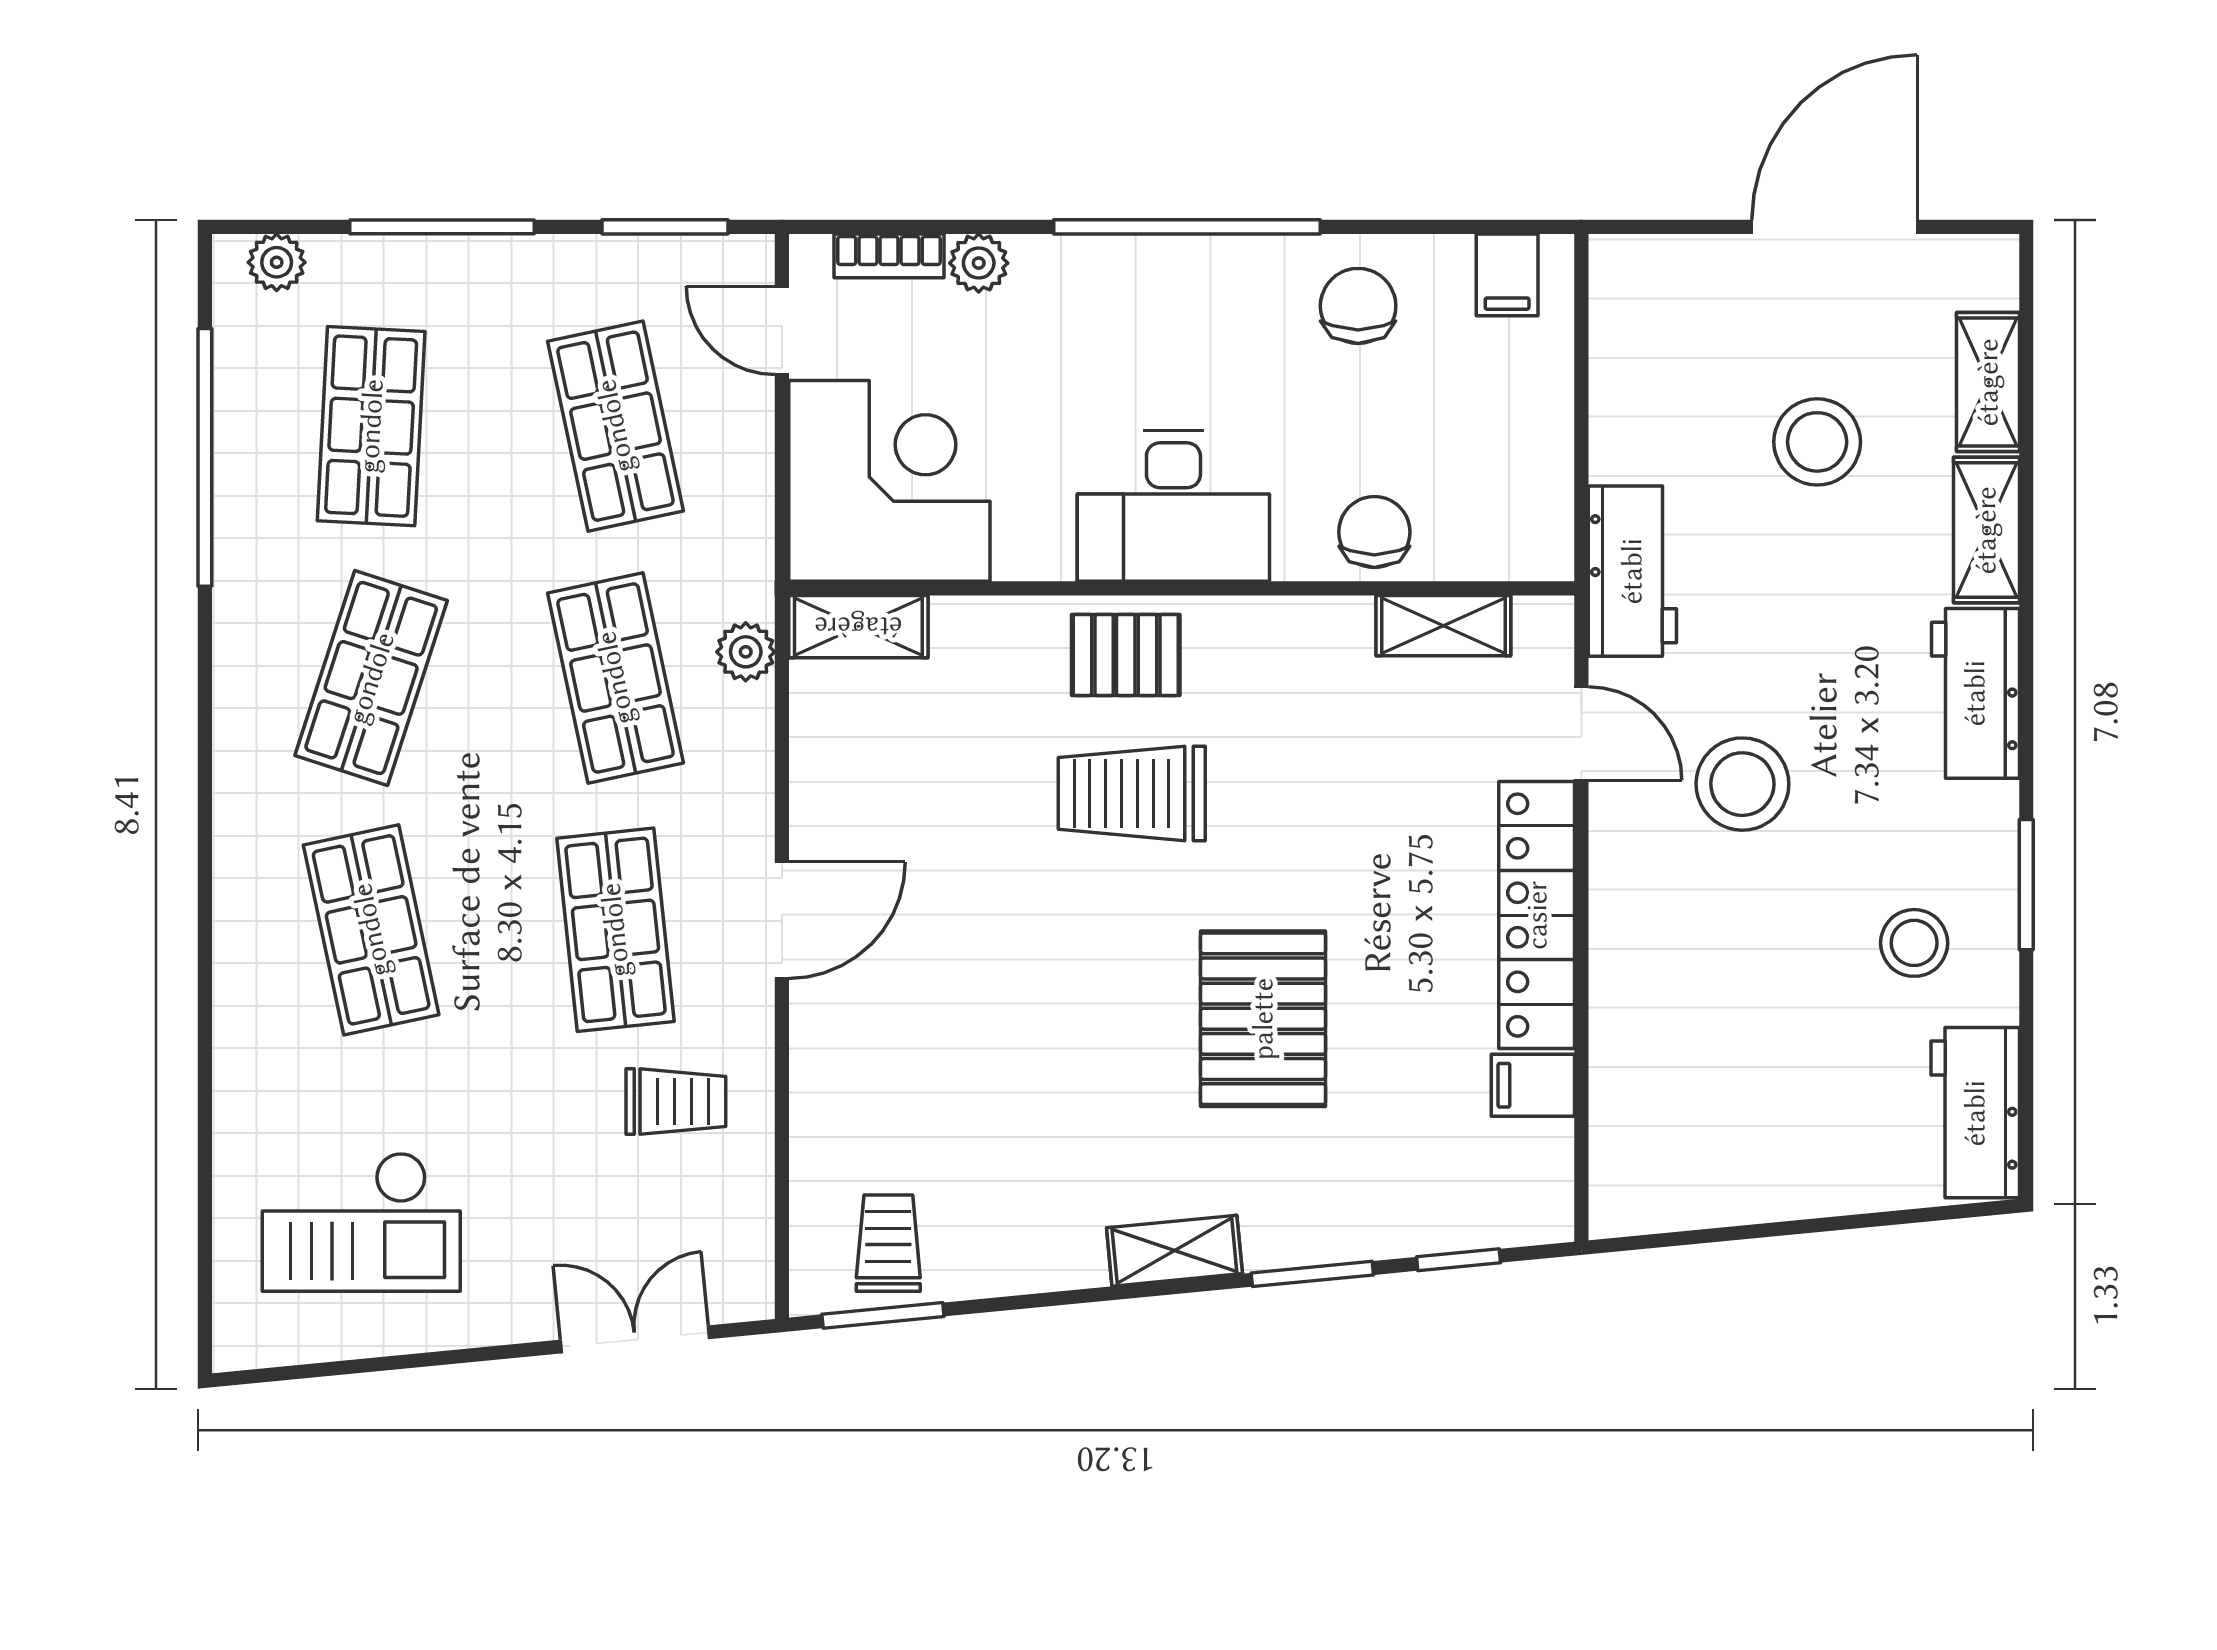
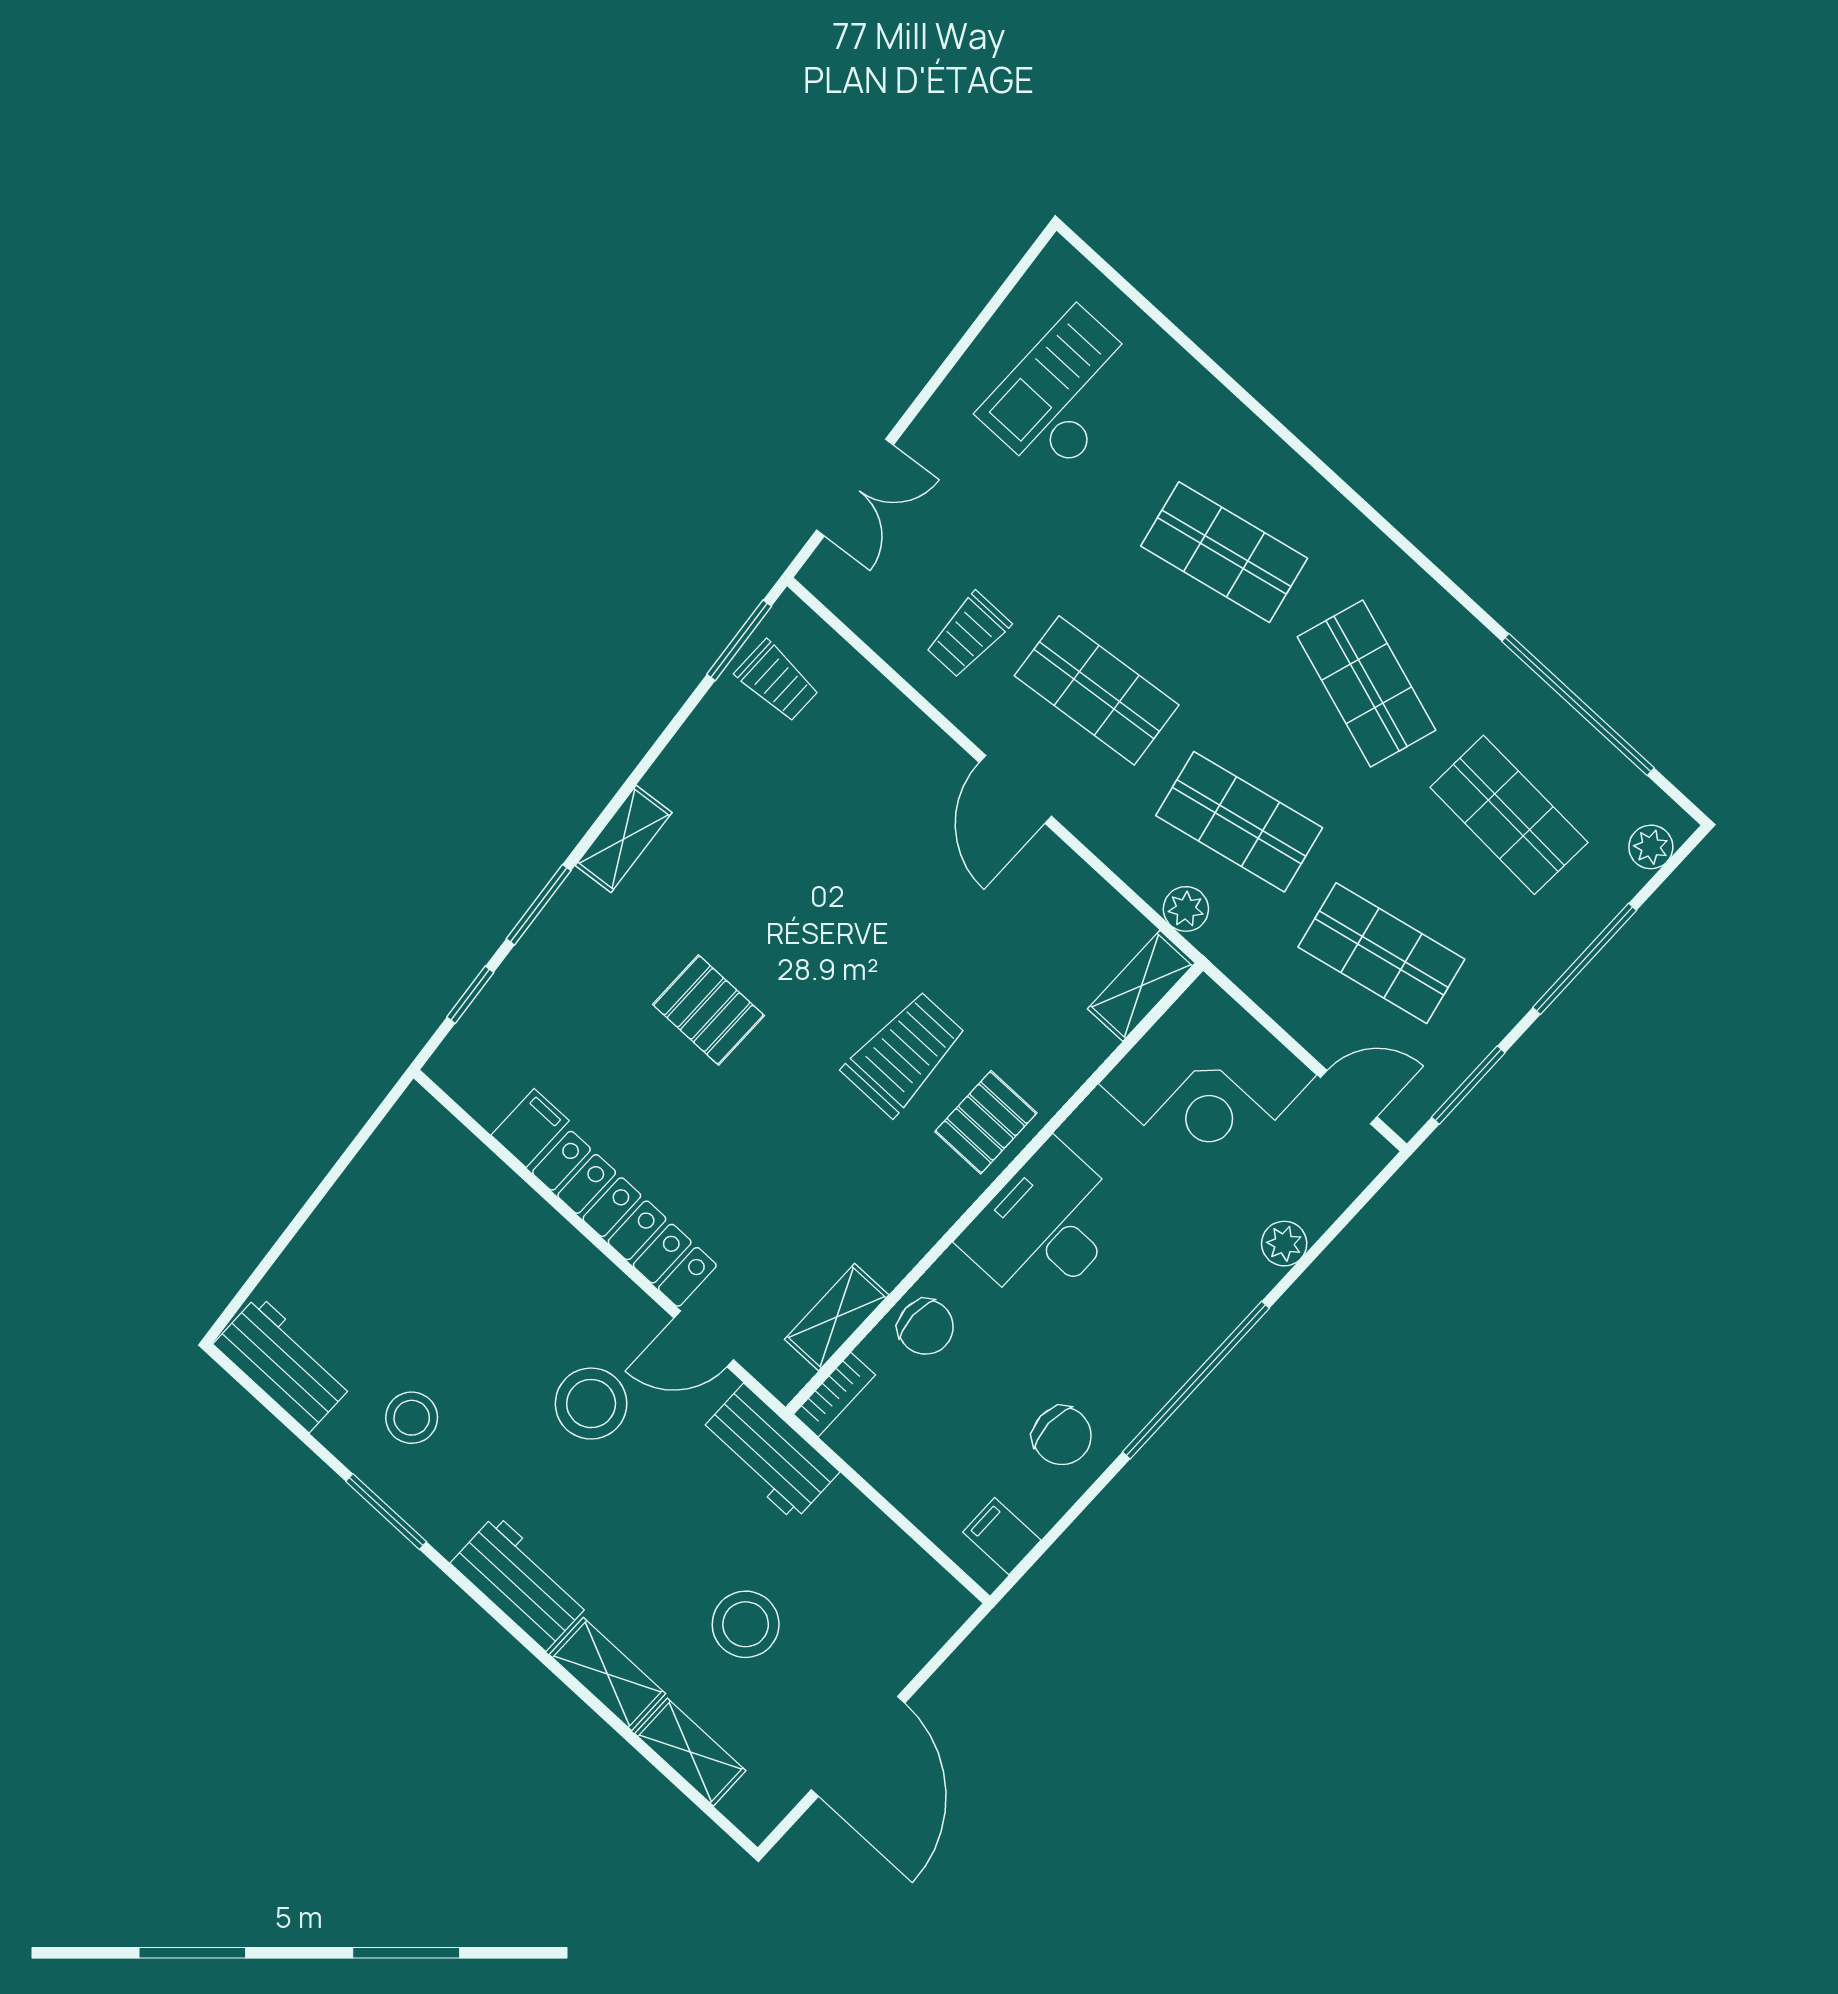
bookcase: (889, 256) -> (834, 1395), moved, turned 180
pallet: (1263, 1019) -> (709, 1010), width x0.67, depth x0.71

